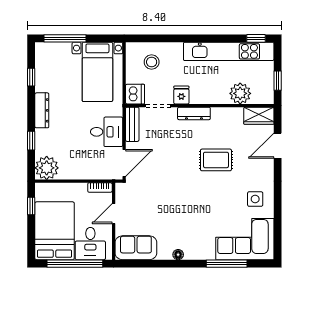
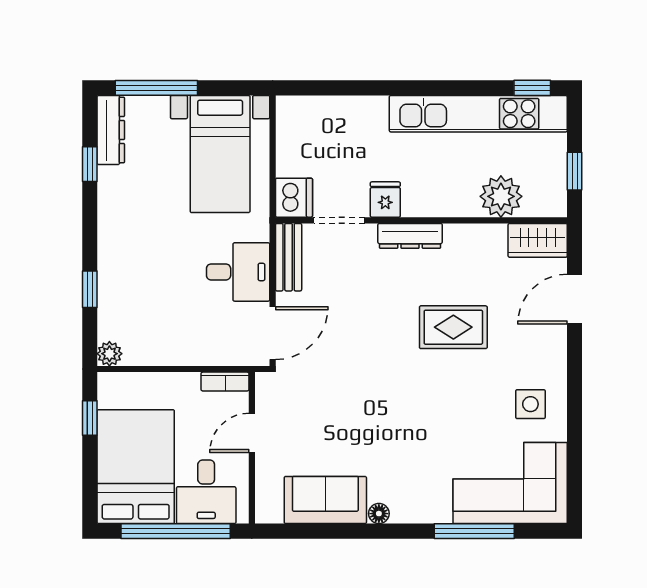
stool: (152, 62) -> (327, 135), removed
dresser: (42, 110) -> (111, 130), moved
plant: (47, 168) -> (109, 354), width x0.53, depth x0.53
sofa: (136, 248) -> (325, 500), moved

